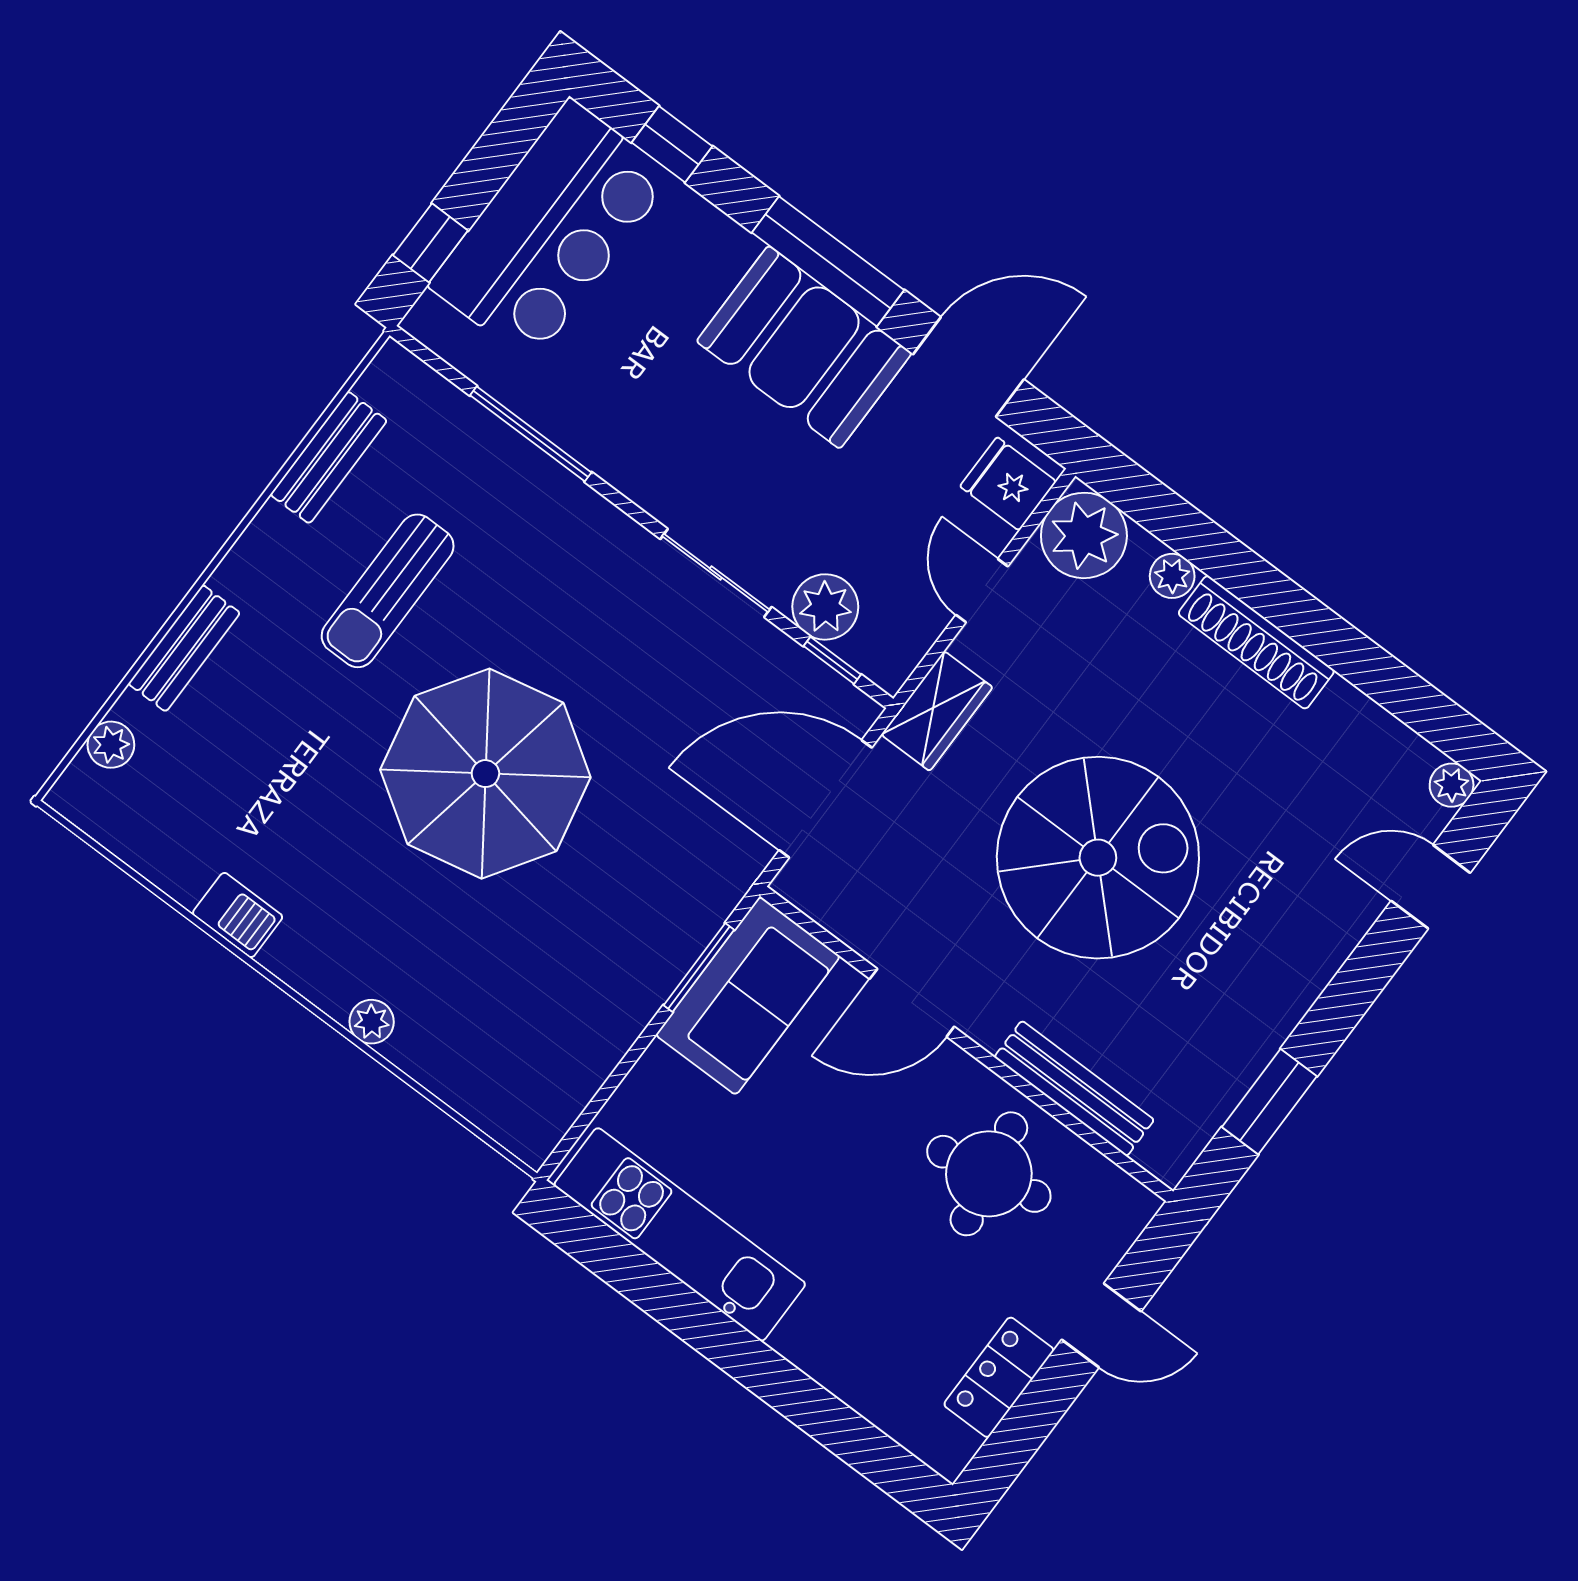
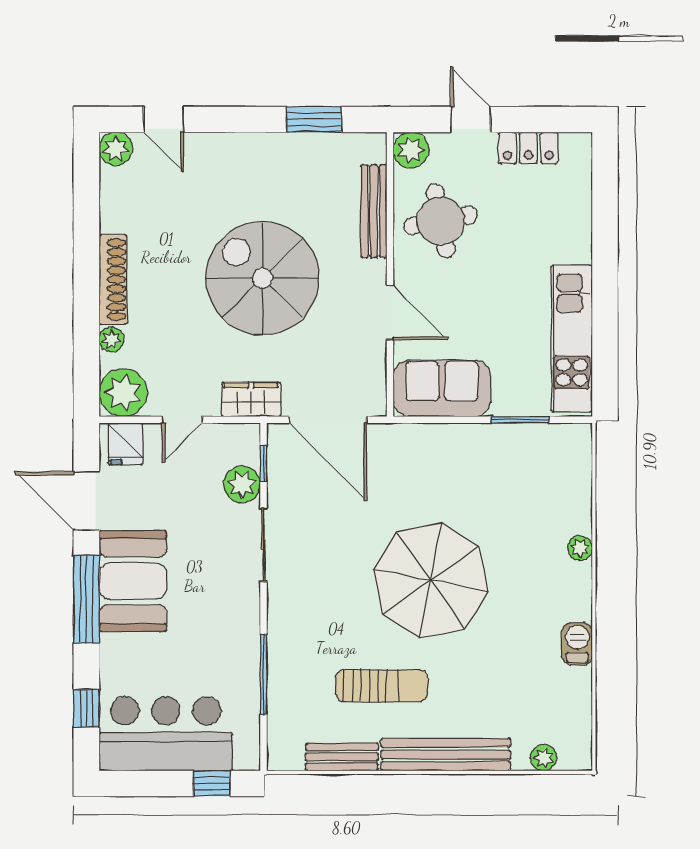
bench: (184, 648) -> (446, 755), width x1.86, depth x1.21
plant: (1452, 785) -> (116, 149), width x1.38, depth x1.38
window: (699, 967) -> (520, 420), moved
plant: (1122, 1207) -> (411, 150), added

